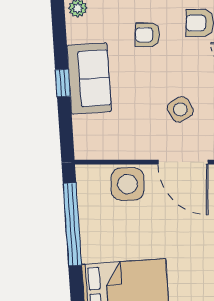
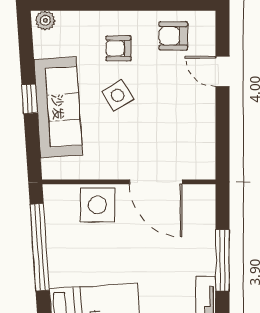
sofa: (89, 78) -> (58, 107), width x1.36
side table: (180, 109) -> (118, 95), moved

